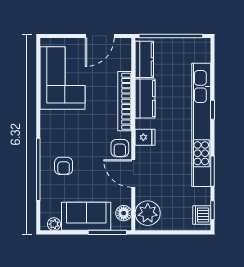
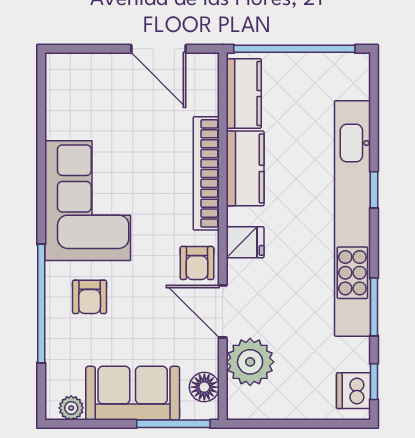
door: (100, 36) -> (158, 49), hinge flipped
corner sofa: (63, 78) -> (88, 201), moved
plant: (148, 213) -> (250, 362), moved

